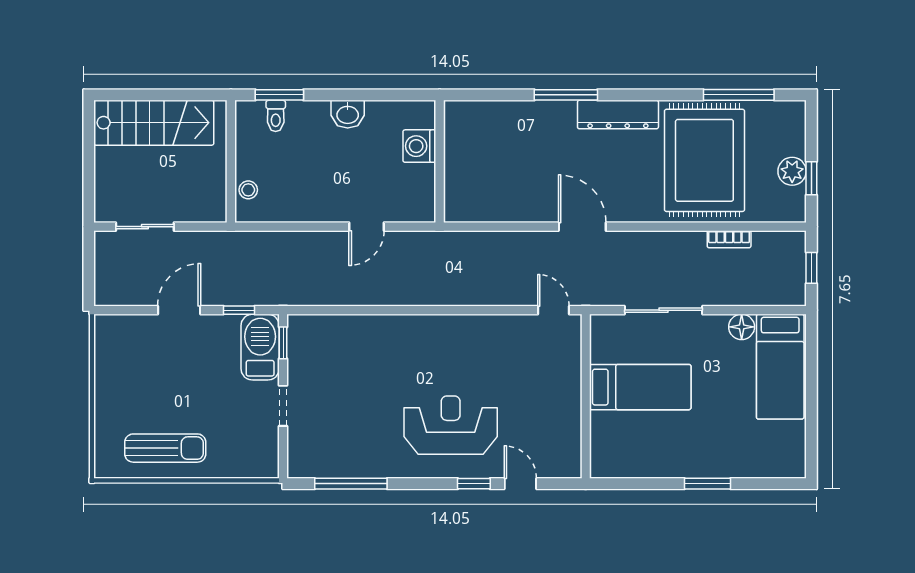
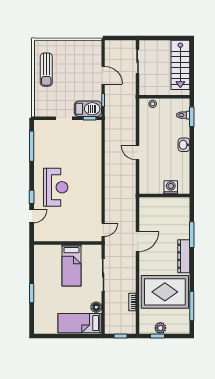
washing machine: (419, 146) -> (171, 187), moved
wall: (440, 161) -> (164, 196), moved

